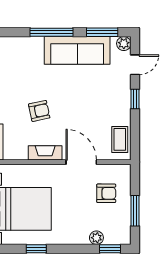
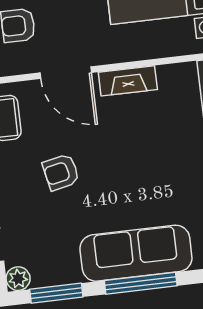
sofa: (77, 50) -> (136, 253), moved
armchair: (39, 111) -> (61, 172), moved

